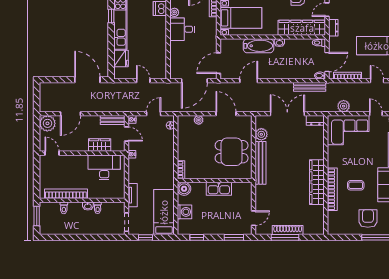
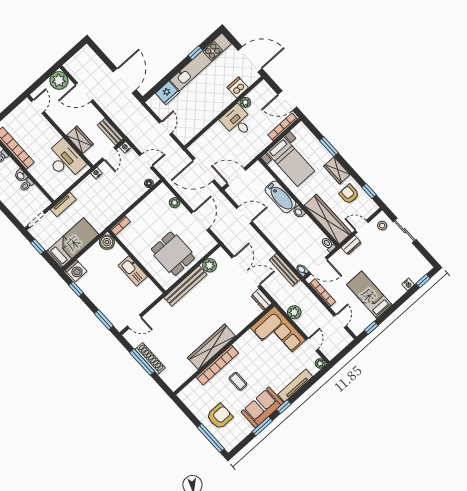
washing machine: (184, 212) -> (76, 271), moved

